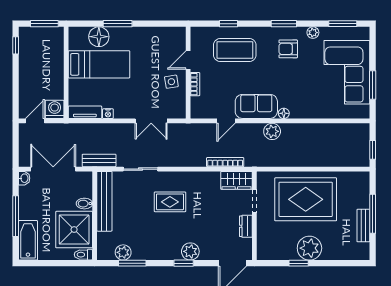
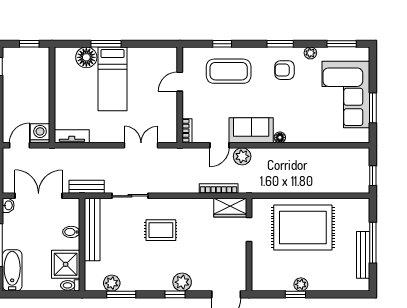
window: (44, 24) -> (29, 44), width x0.67
bed: (99, 64) -> (113, 79), moved, turned 90
side table: (171, 82) -> (162, 104), removed
bookcase: (195, 84) -> (187, 131), moved
nightstand: (108, 114) -> (96, 138), removed
double door: (151, 121) -> (141, 145), swing flipped
plant: (272, 131) -> (242, 156), moved
dresser: (246, 226) -> (240, 256), removed
bench: (363, 226) -> (363, 255), width x1.36
shower: (74, 230) -> (66, 264), width x0.73, depth x0.73
plant: (309, 248) -> (301, 284), width x0.53, depth x0.53

